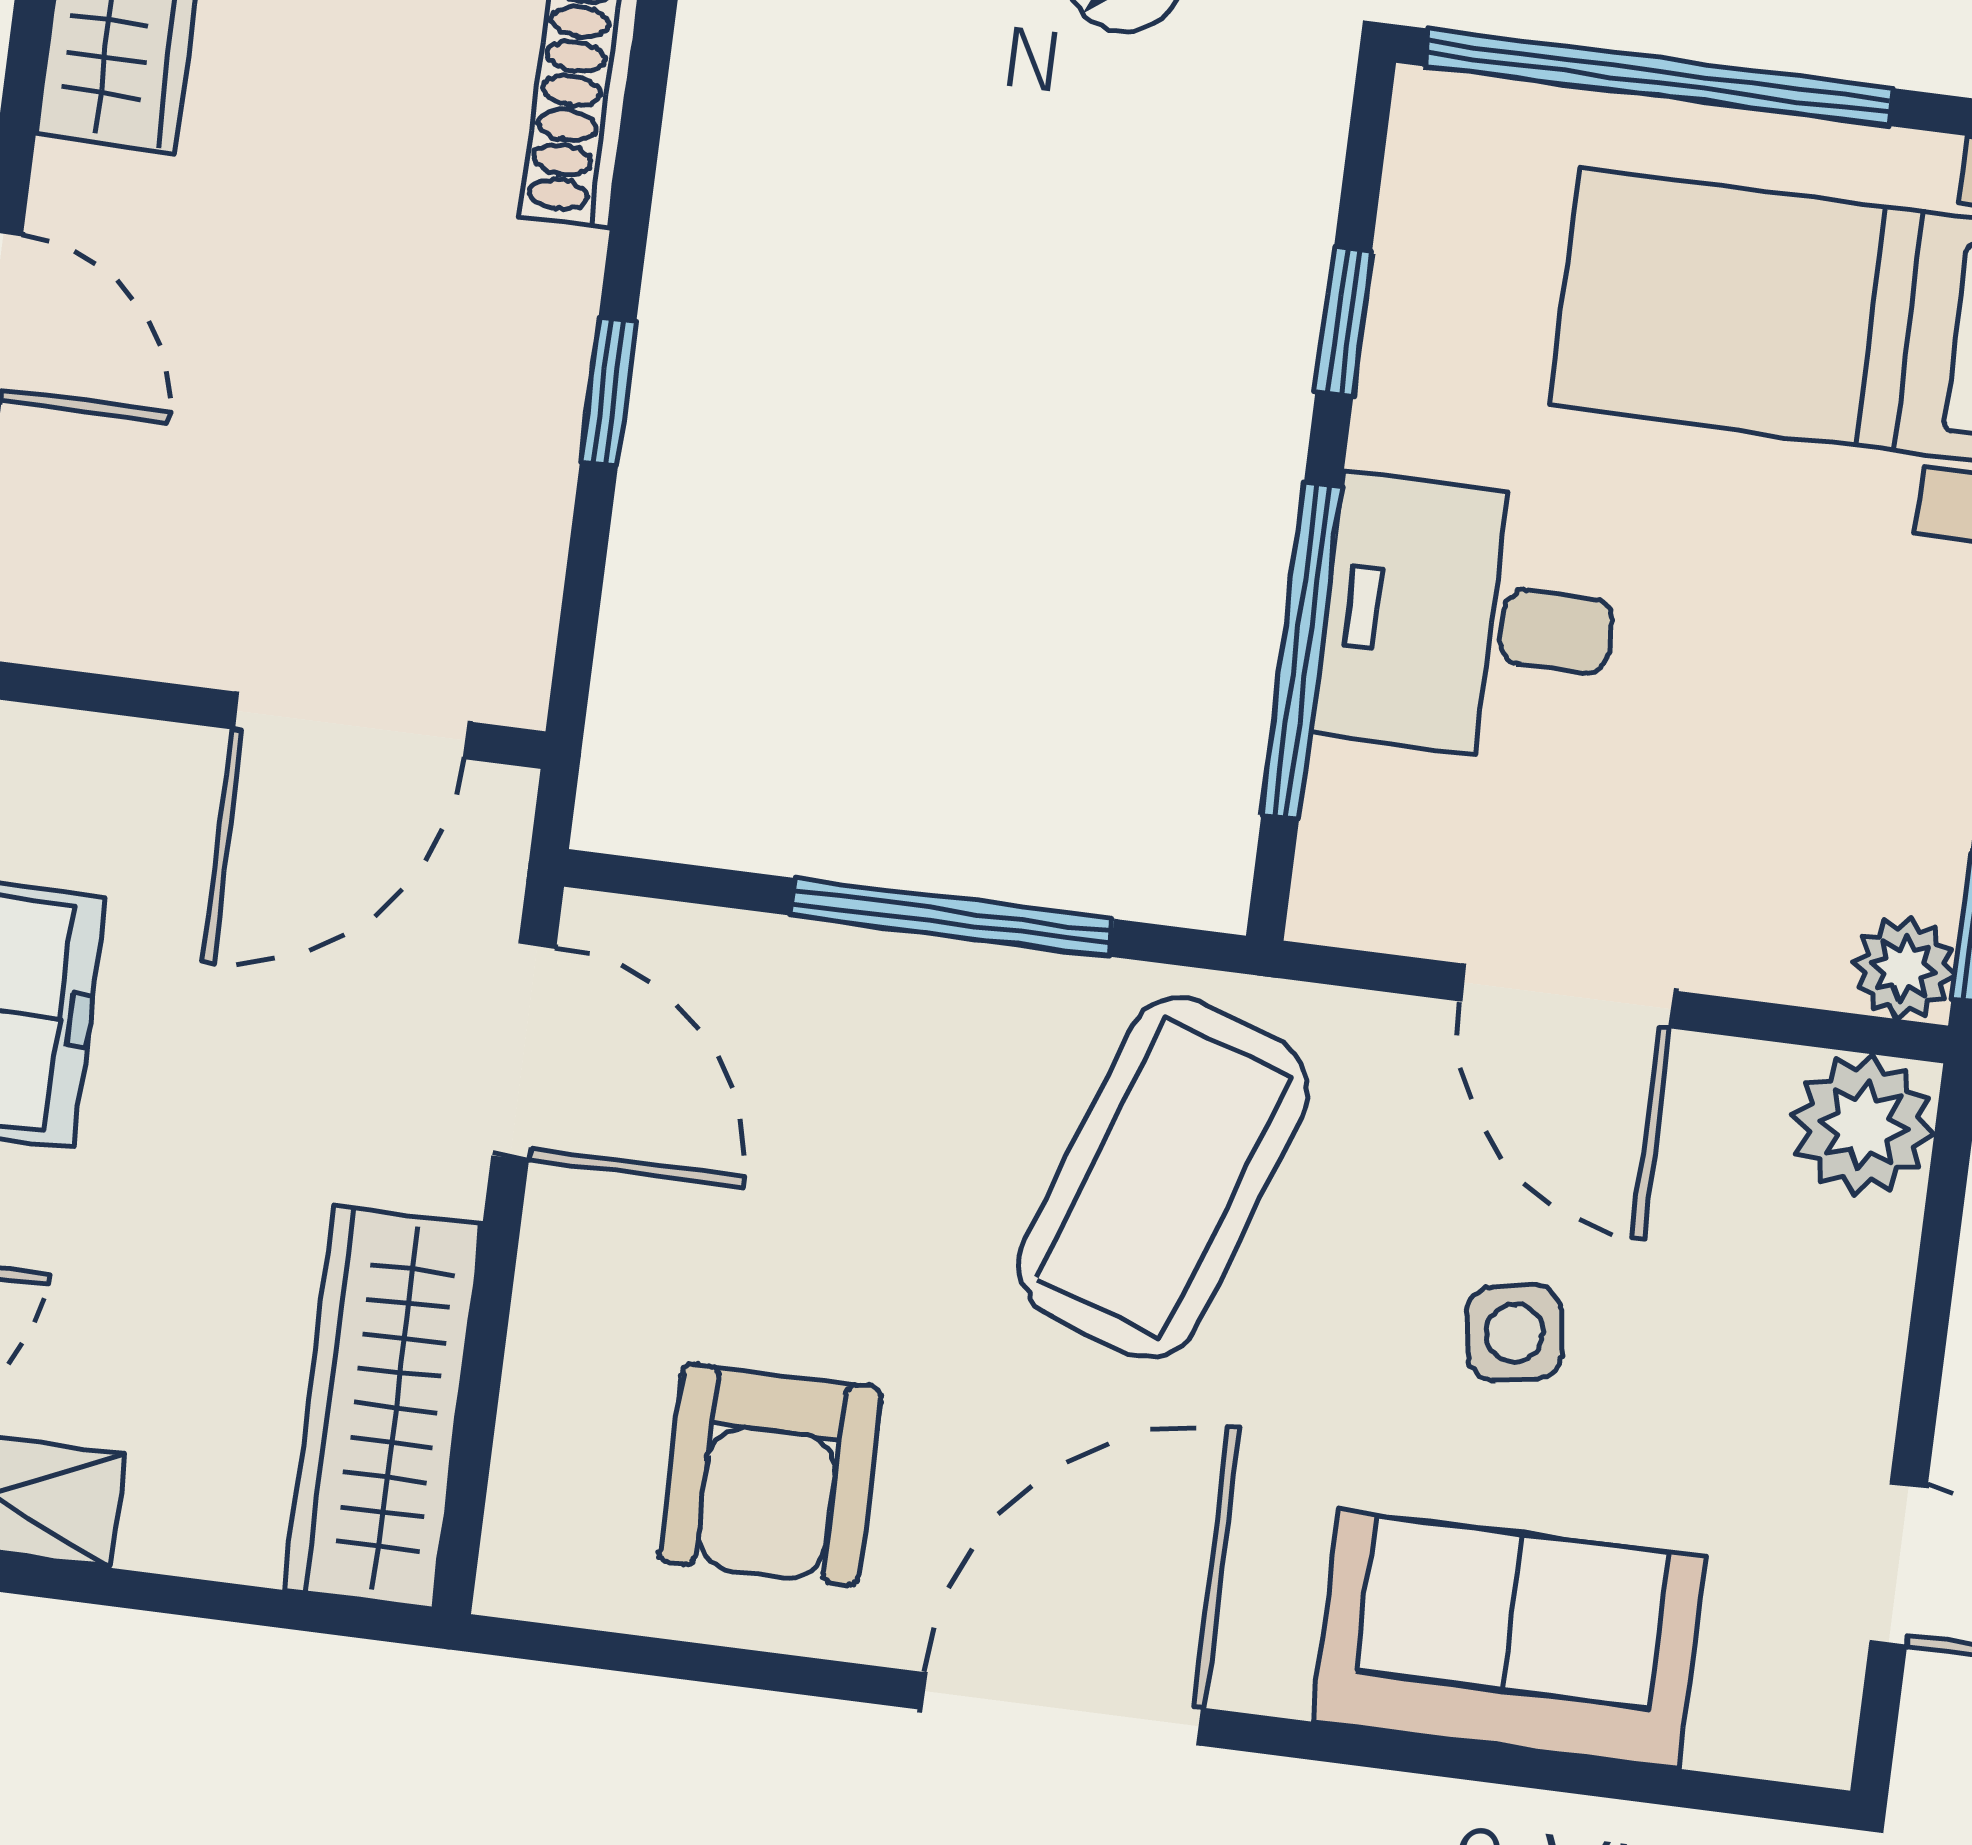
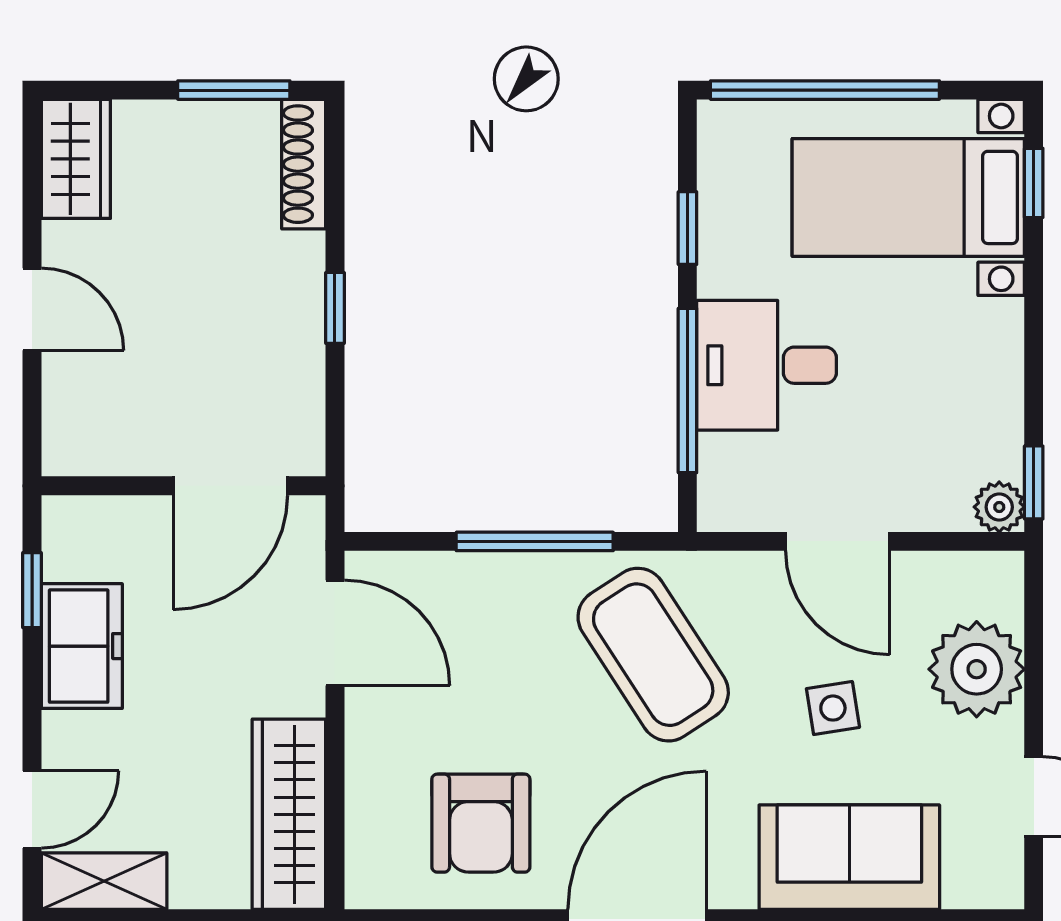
plant: (1863, 1125) -> (977, 669), moved, width x1.36, depth x1.36
coffee table: (1164, 1178) -> (653, 655), turned -52

